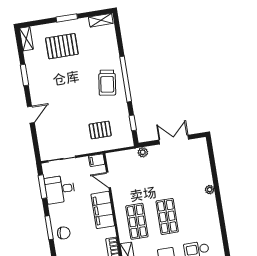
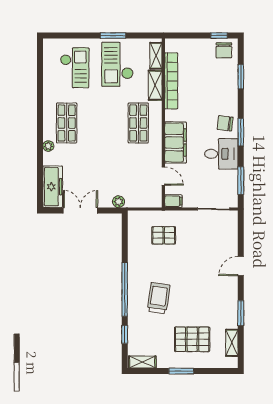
shelving: (26, 39) -> (232, 343), moved
trolley: (107, 83) -> (159, 298), moved
window: (133, 123) -> (125, 334), moved
double door: (174, 140) -> (80, 210), swing flipped
freezer: (200, 156) -> (53, 187), added
desk: (60, 189) -> (221, 154), moved
shop shelf: (167, 216) -> (67, 123), moved

